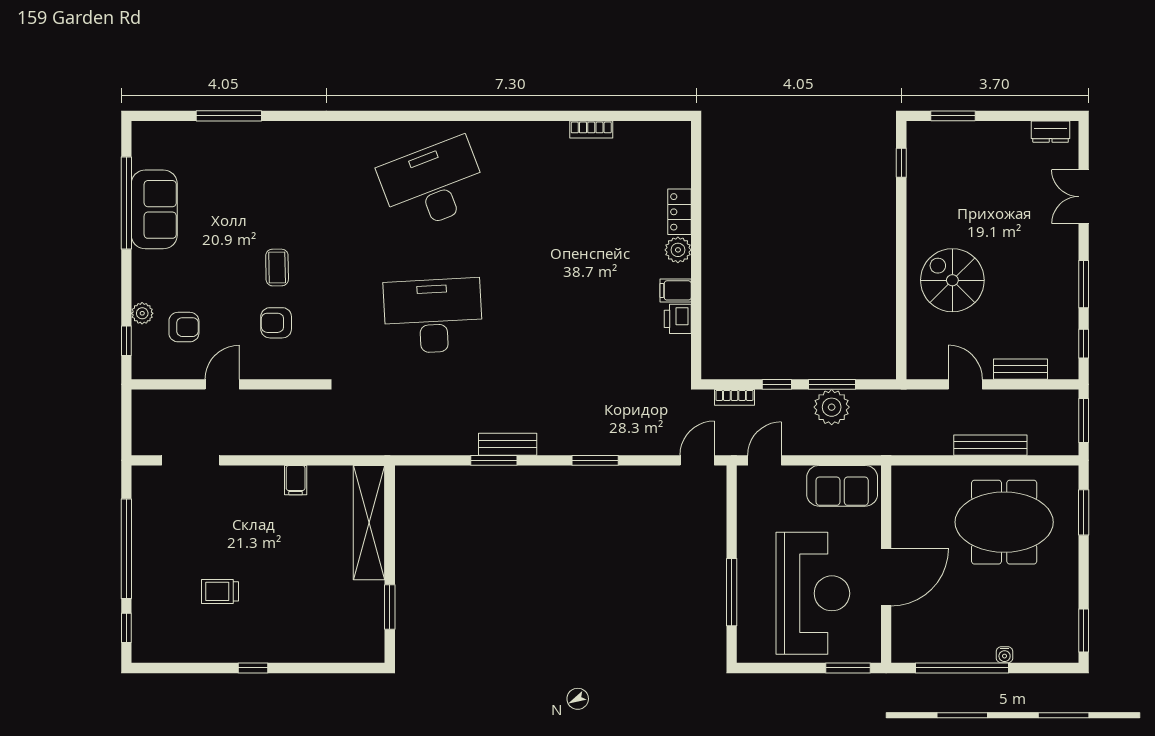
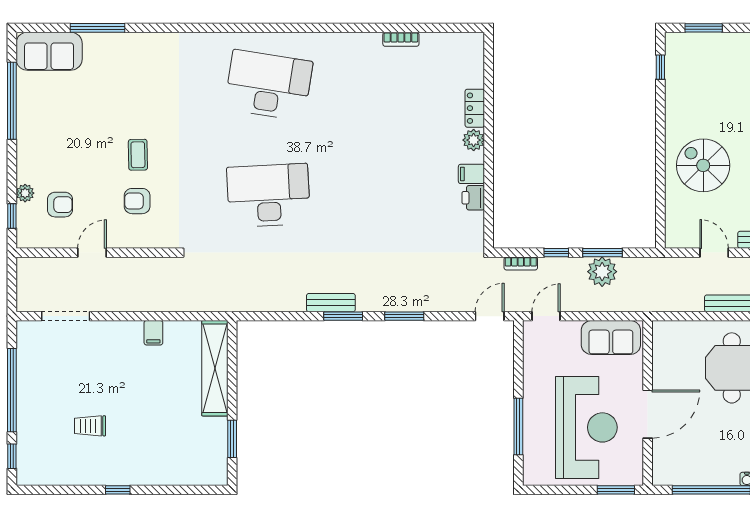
desk: (433, 184) -> (268, 85), turned 30
sofa: (154, 209) -> (49, 51), moved, turned 90
window: (494, 460) -> (343, 316), moved

